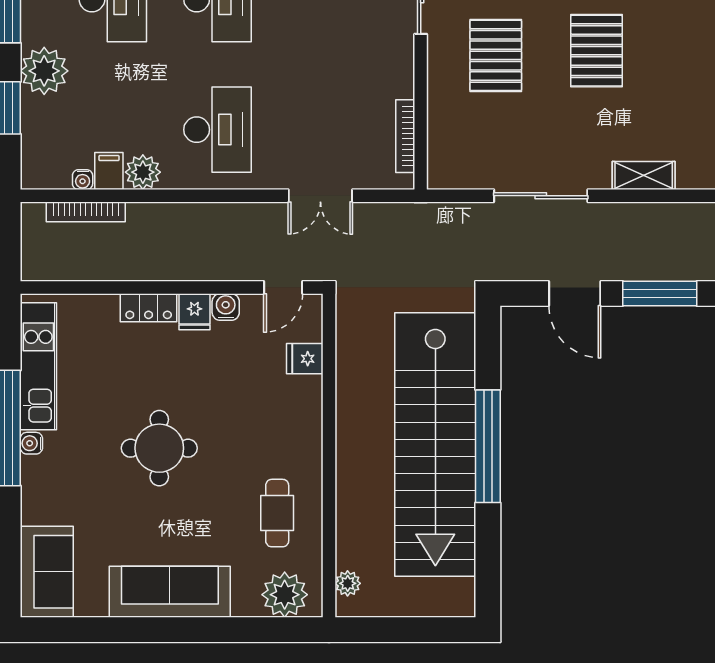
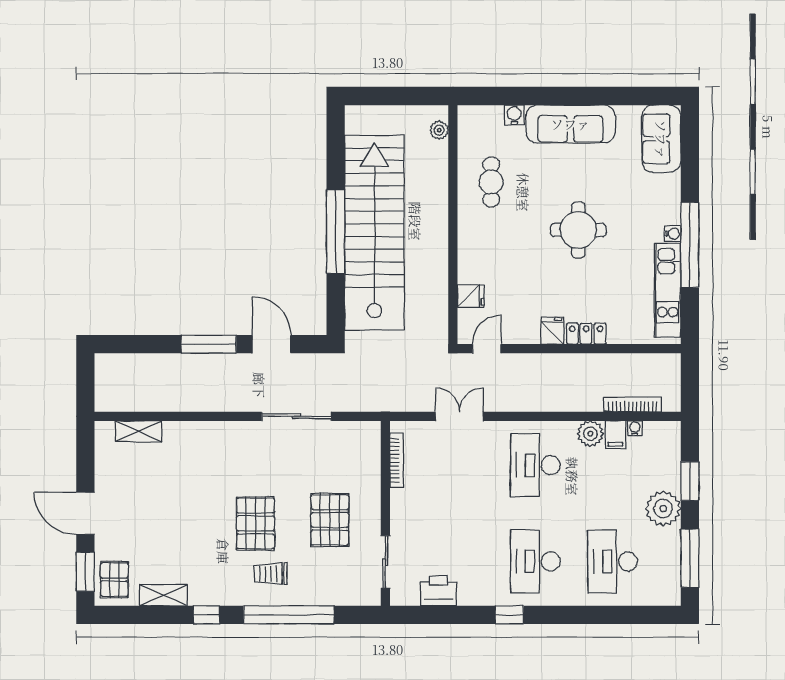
shelving: (644, 176) -> (221, 431), removed
water cooler: (226, 307) -> (514, 115), moved, turned 180
plant: (285, 595) -> (486, 122), removed

